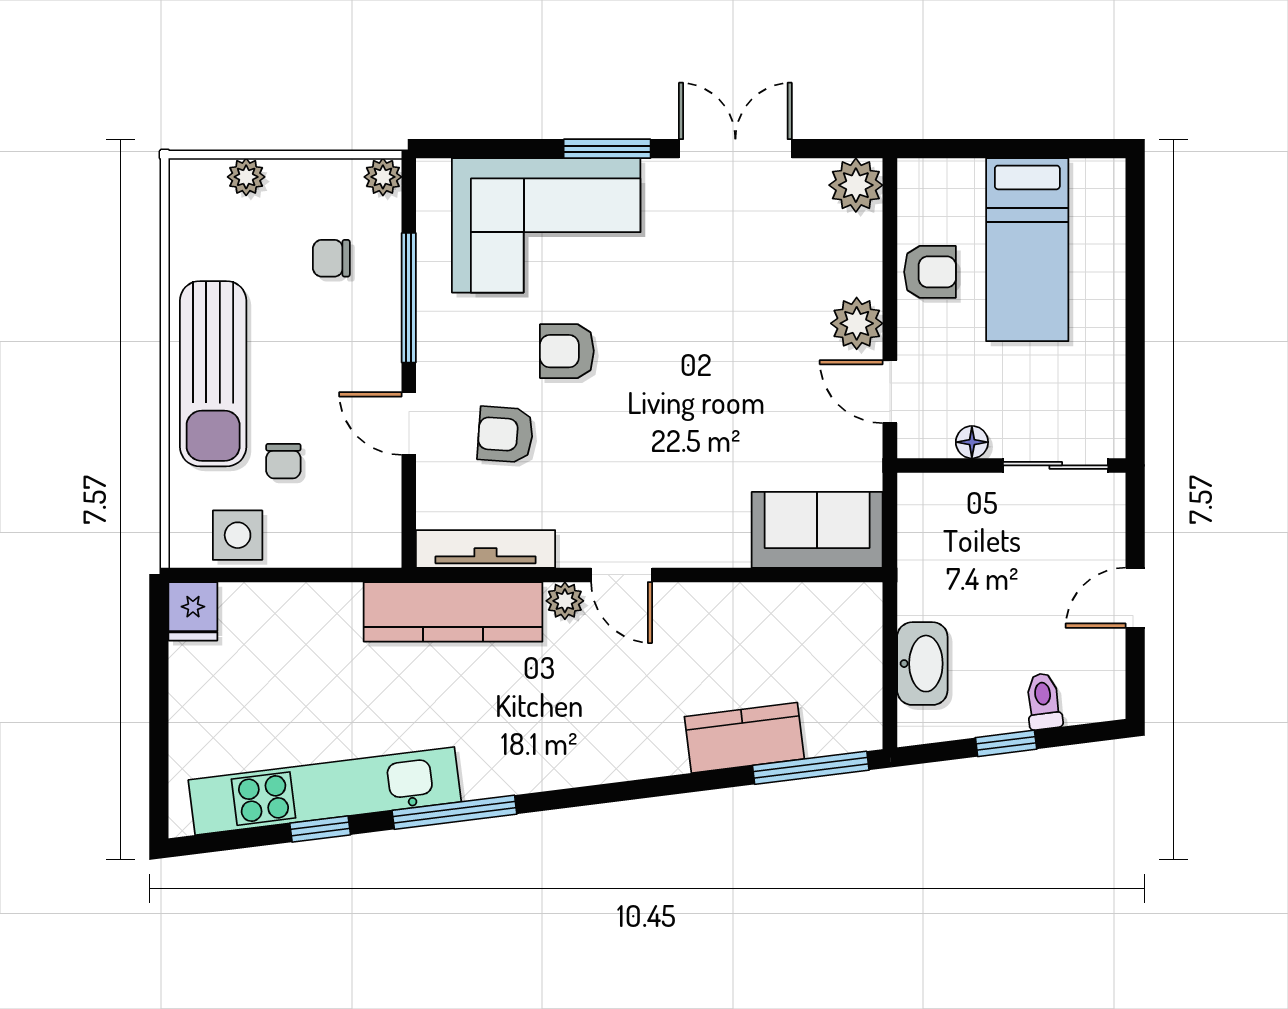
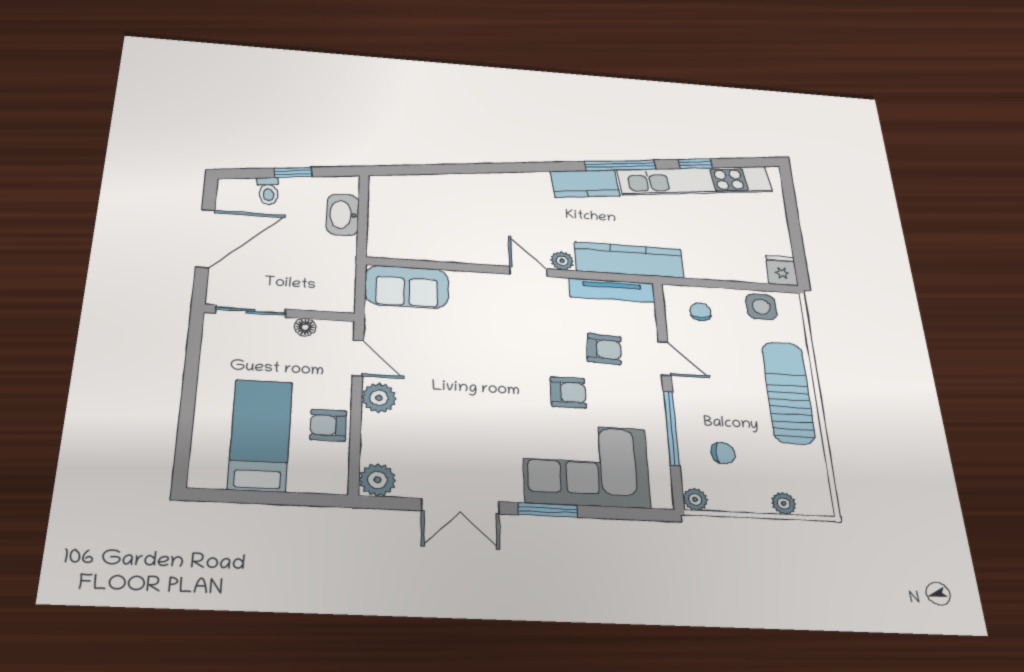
chair: (283, 461) -> (700, 312), moved
door: (1135, 598) -> (205, 238), width x1.88
kitchen counter: (744, 738) -> (585, 184), moved
window: (811, 768) -> (412, 170), removed

